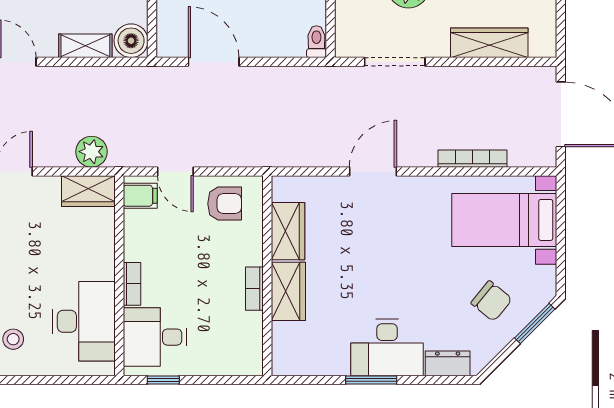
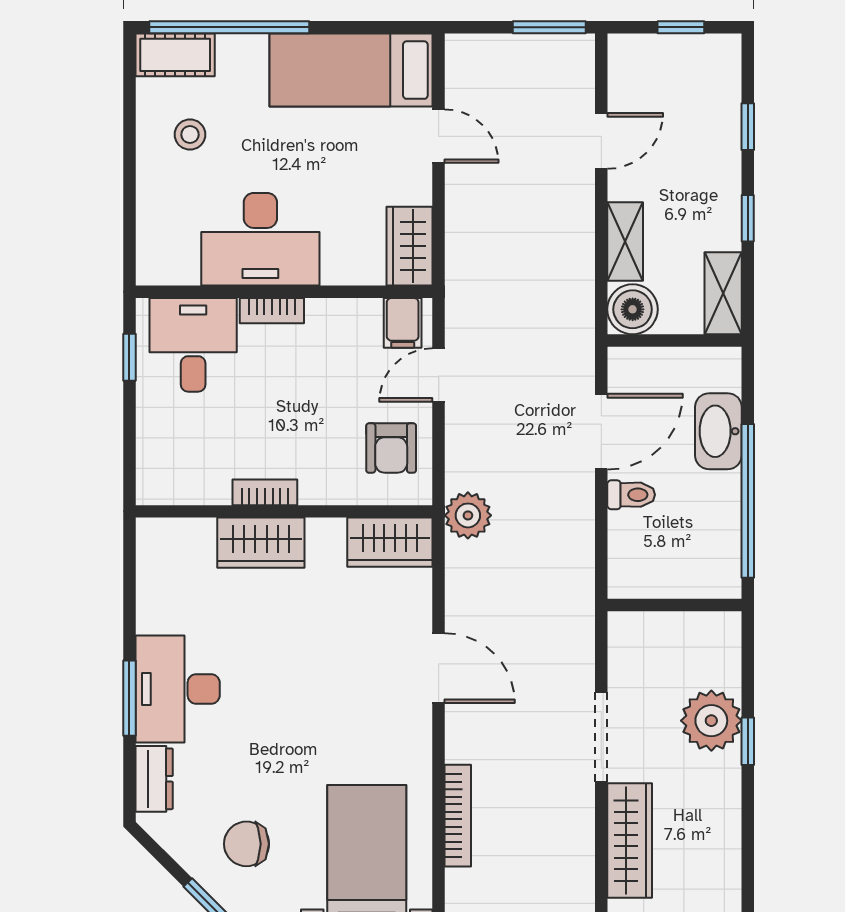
toilet: (316, 42) -> (631, 495), moved
doorway: (395, 62) -> (601, 737), moved
plant: (91, 152) -> (468, 515), moved
wardrobe: (288, 231) -> (390, 542), moved
chair: (492, 301) -> (246, 844), turned 51
desk: (84, 321) -> (260, 239), moved
window: (371, 380) -> (129, 698), moved

